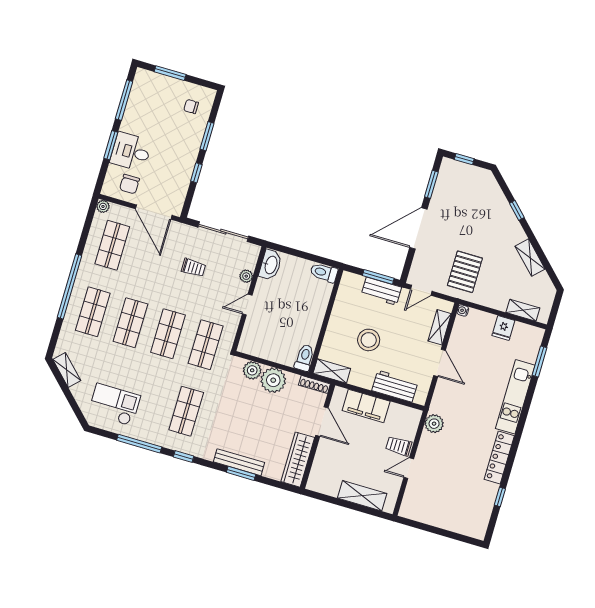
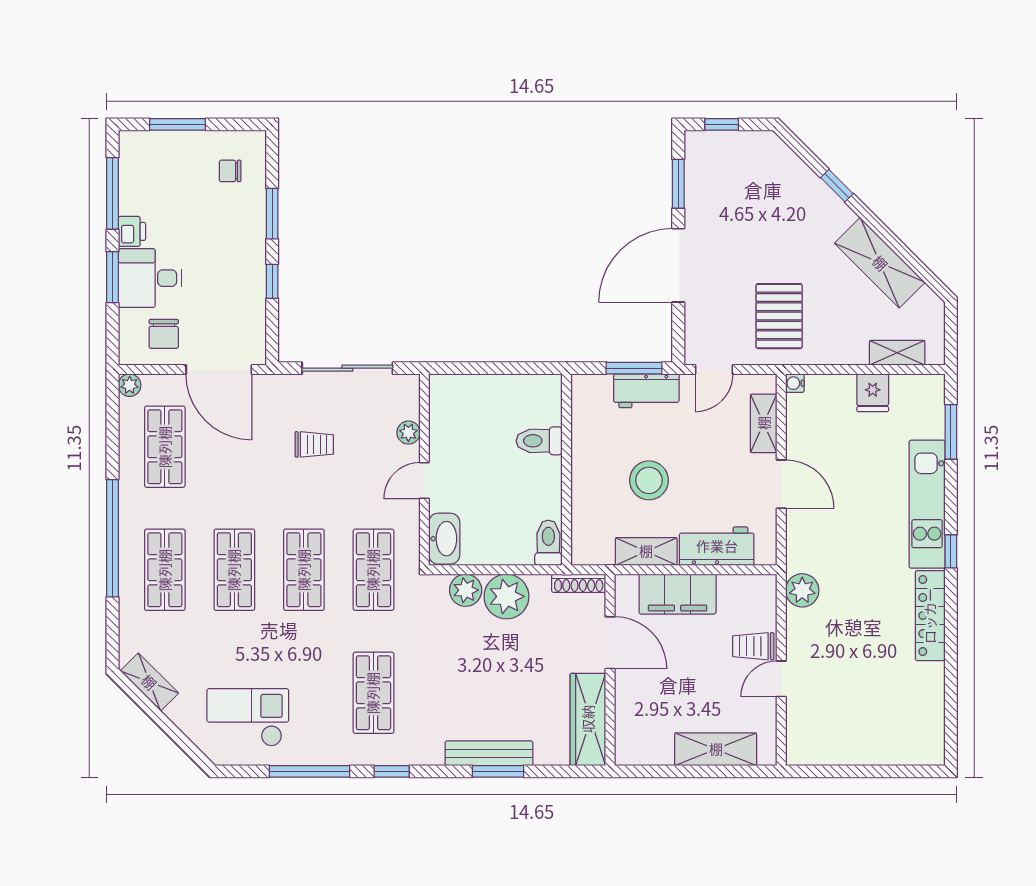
printer: (129, 124) -> (132, 231), added
shelving: (530, 258) -> (880, 263), width x1.50, depth x1.33
washbasin: (270, 265) -> (444, 539), moved
toilet: (324, 273) -> (539, 441), moved
shelving: (332, 371) -> (646, 551), moved
window: (500, 497) -> (951, 551), moved

